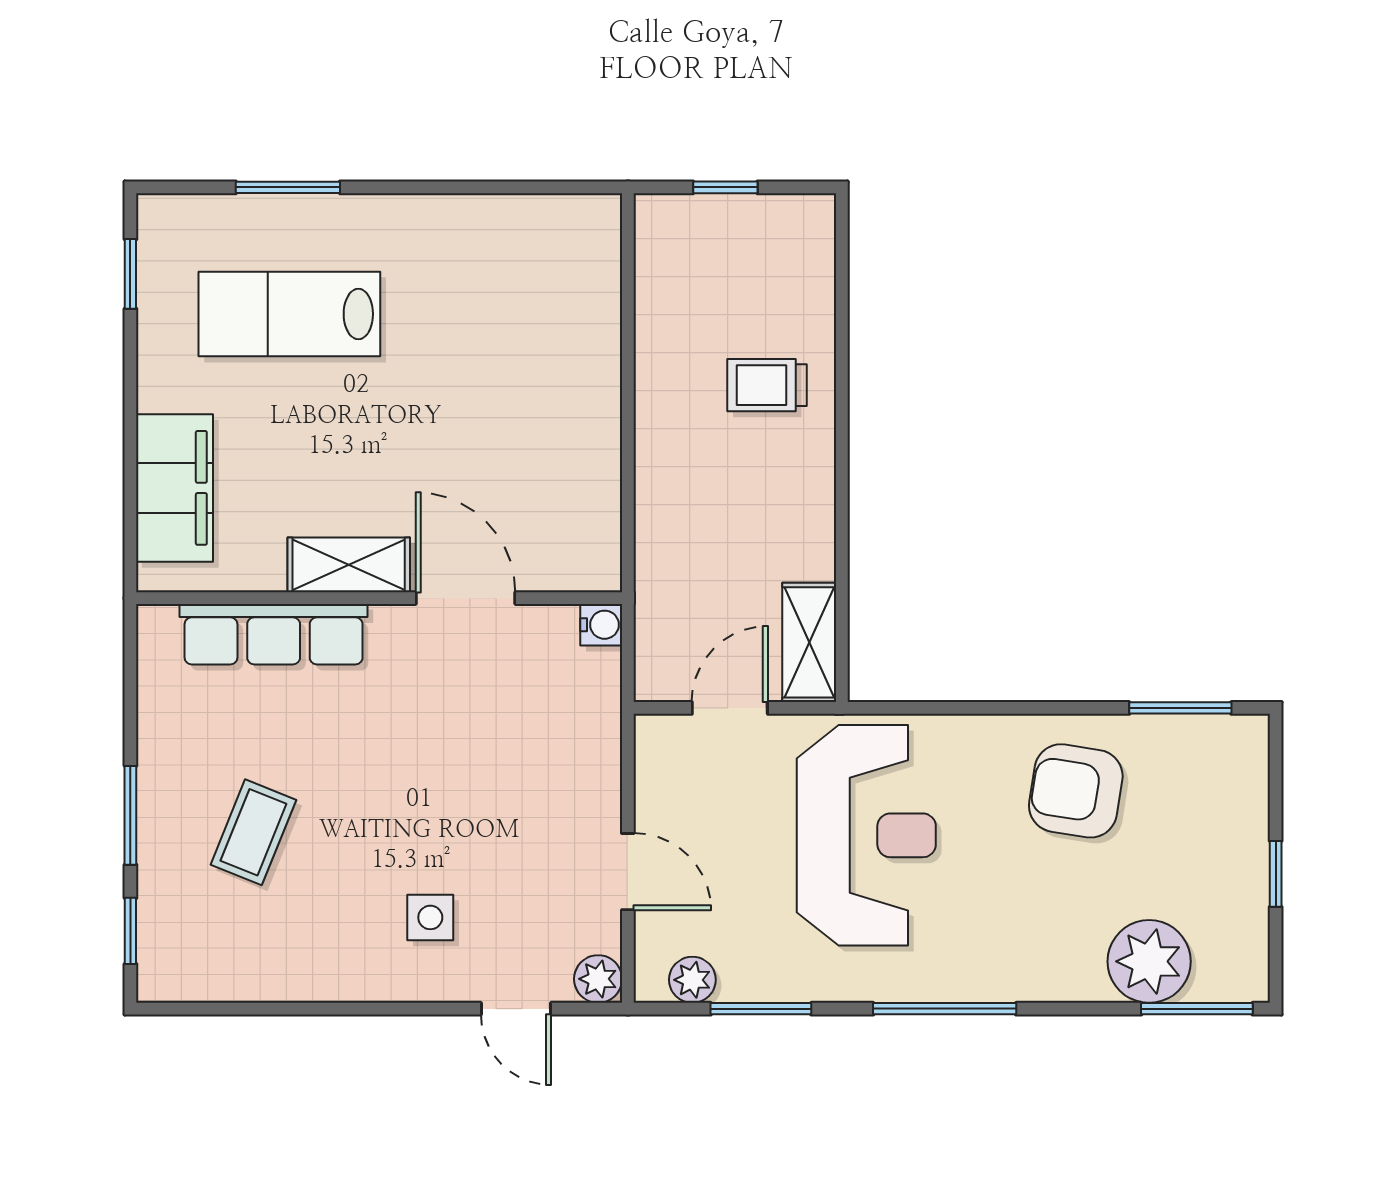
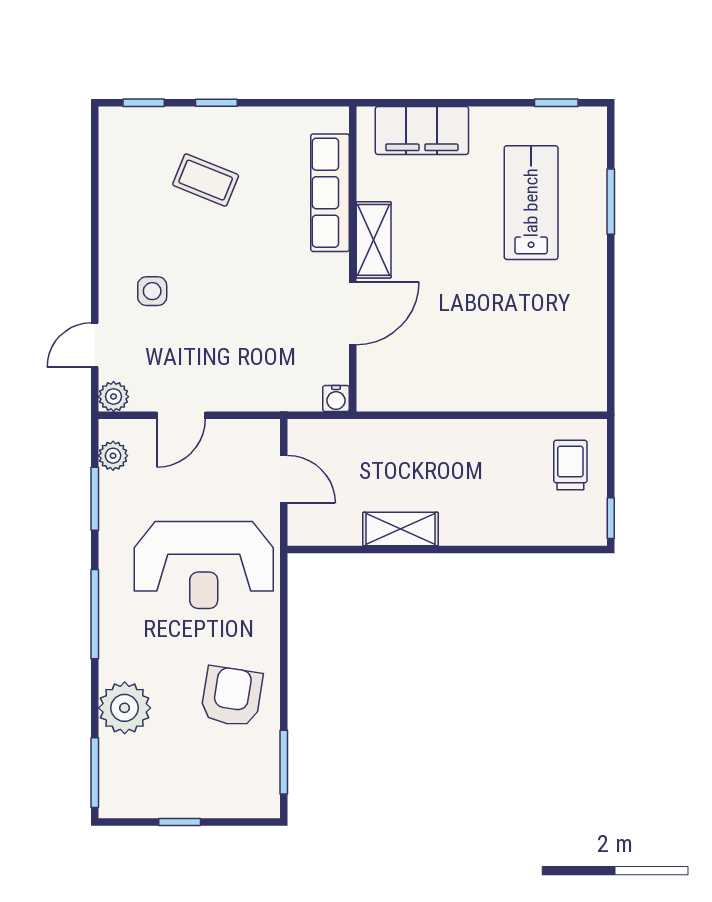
window: (725, 187) -> (611, 518), moved
trolley: (767, 385) -> (570, 465), moved
shelving: (809, 642) -> (400, 529), moved
window: (130, 815) -> (216, 103), width x0.67
plant: (1149, 961) -> (125, 708), moved

